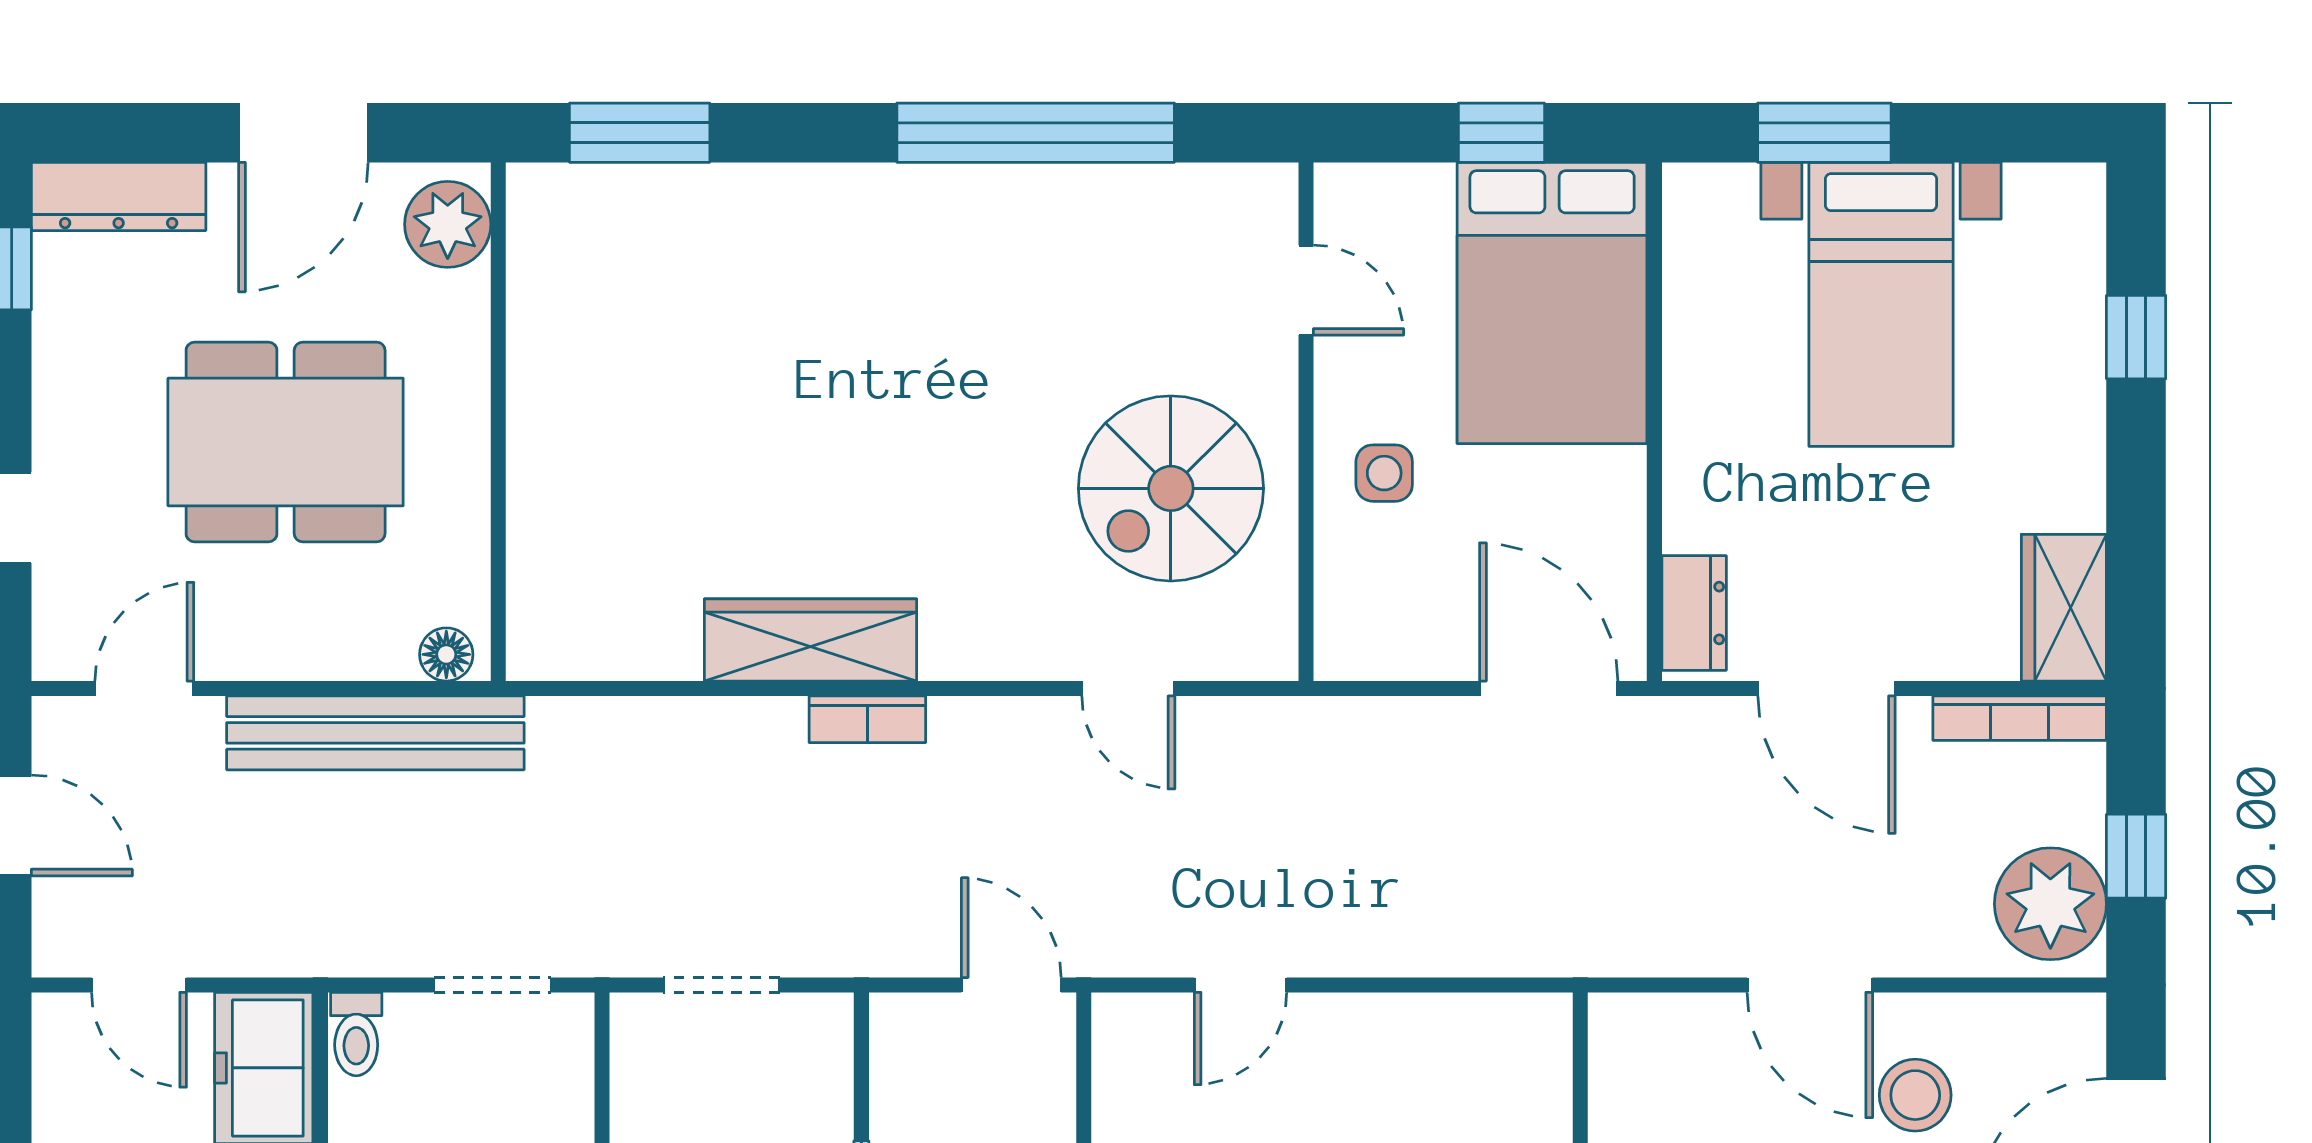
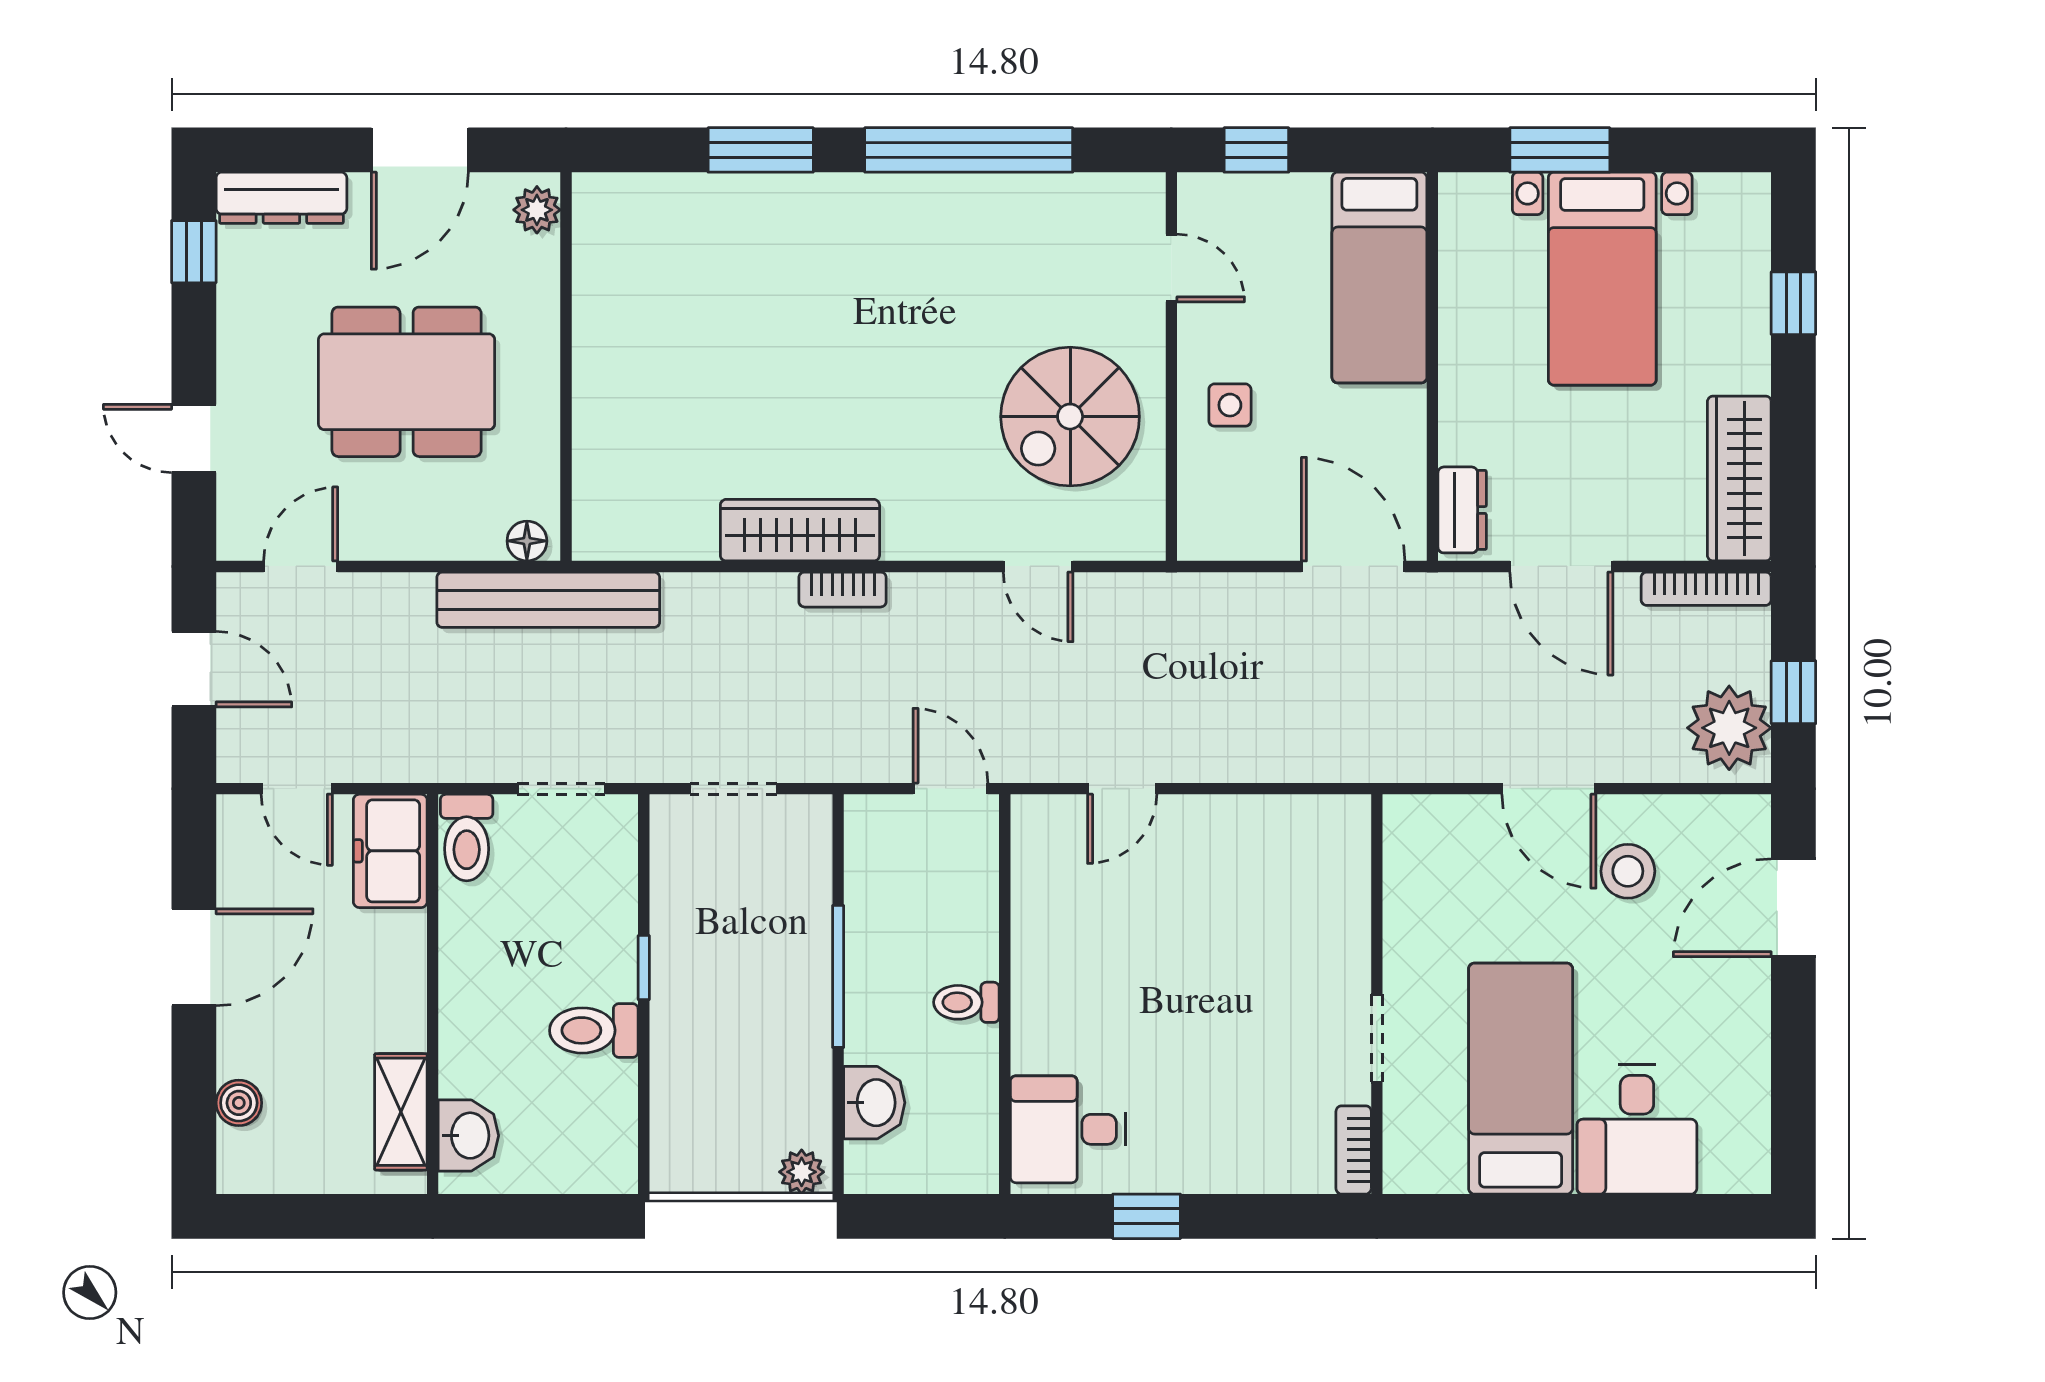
window: (640, 133) -> (761, 150), moved
window: (1501, 133) -> (1256, 150), moved
plant: (448, 224) -> (537, 210), width x0.73, depth x0.73
bed: (1552, 303) -> (1379, 278), width x0.67
wardrobe: (2064, 608) -> (1739, 478), width x1.50
bench: (375, 733) -> (548, 600), moved
toilet: (356, 1034) -> (467, 838), width x1.37, depth x1.39

